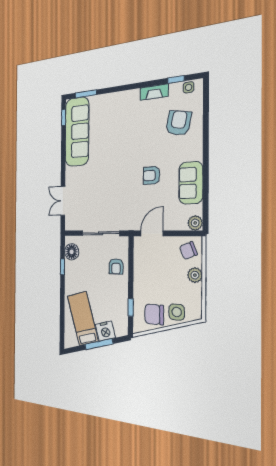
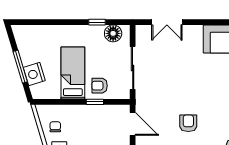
double door: (63, 201) -> (167, 22), swing flipped
window: (131, 307) -> (95, 102), moved
chair: (154, 314) -> (55, 127), width x0.54, depth x0.54
bed: (83, 318) -> (73, 73), moved, turned -73

